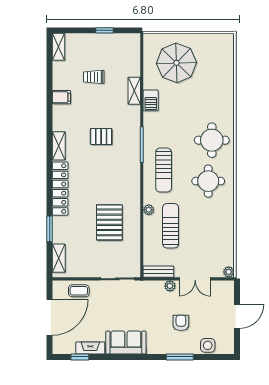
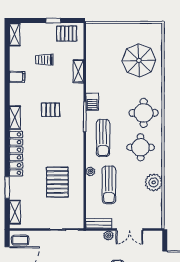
pallet: (120, 46) -> (67, 34), added
parasol: (176, 63) -> (139, 60), moved
barbecue: (151, 100) -> (92, 102), moved
sun lounger: (171, 226) -> (109, 185), turned 180
plant: (229, 272) -> (154, 182), moved, width x1.88, depth x1.88
coffee table: (79, 291) -> (20, 240), moved

